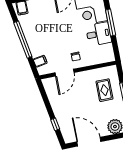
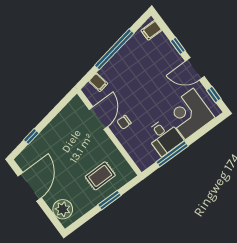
window: (111, 22) -> (172, 154), moved
door: (64, 73) -> (98, 118), swing flipped

